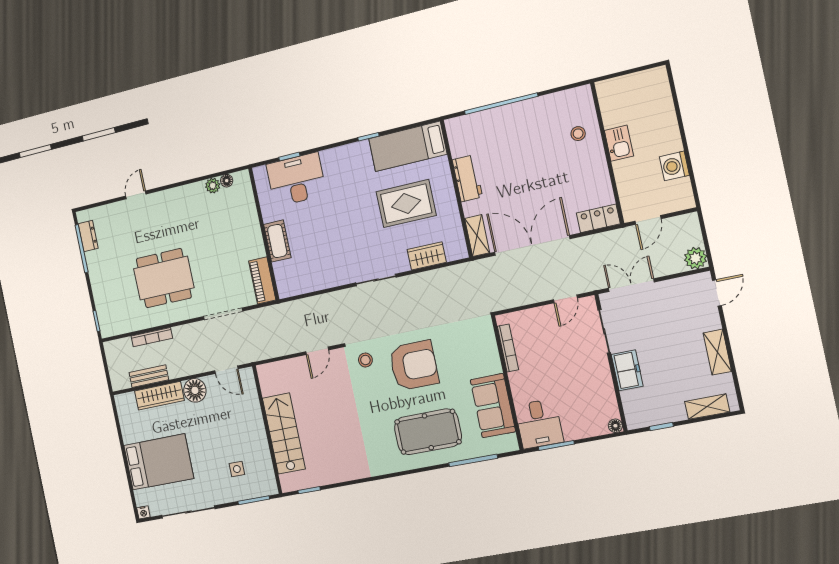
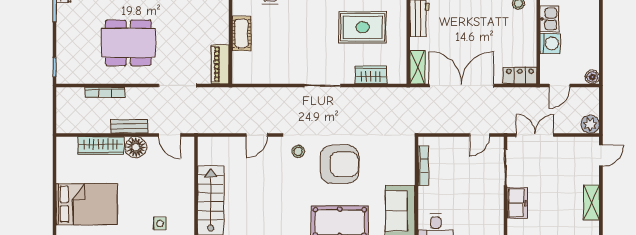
washing machine: (674, 166) -> (550, 43), moved, turned 180
boiler: (686, 201) -> (592, 77), added
bench: (149, 376) -> (129, 126), moved

